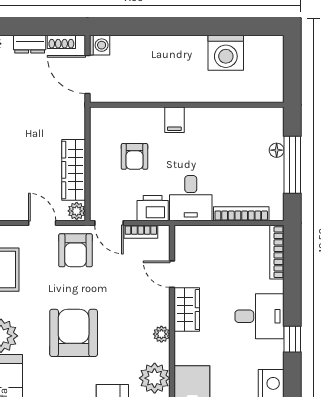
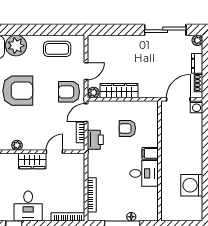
desk: (191, 198) -> (144, 173), moved, turned 180

